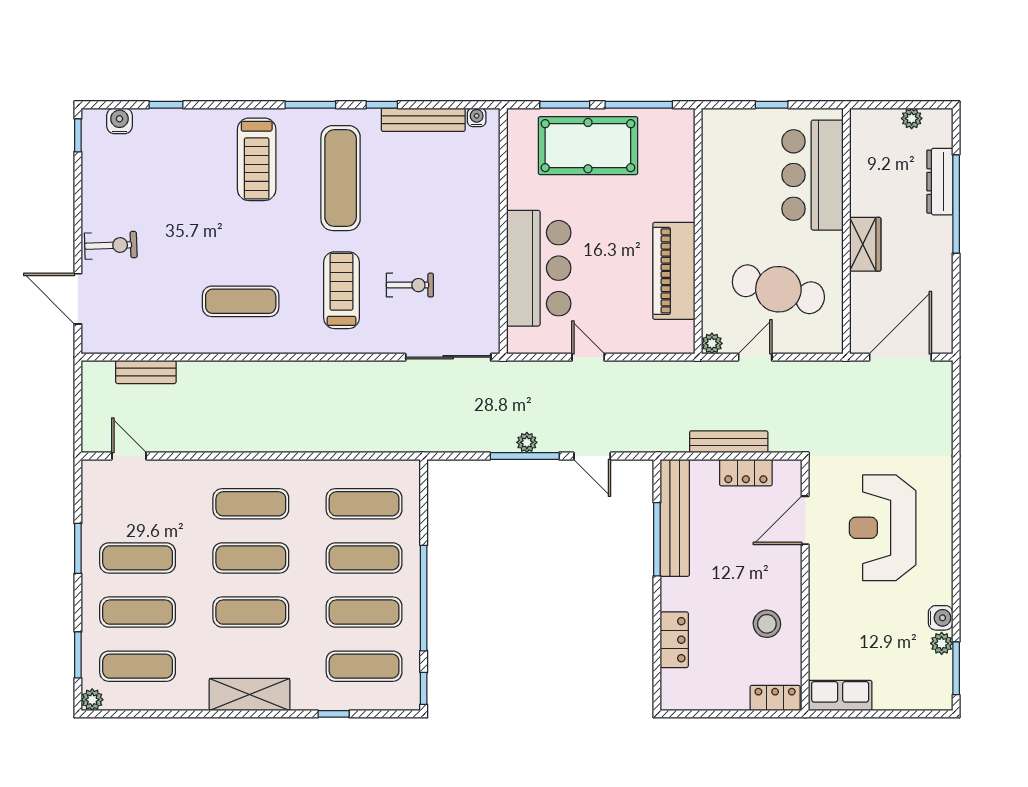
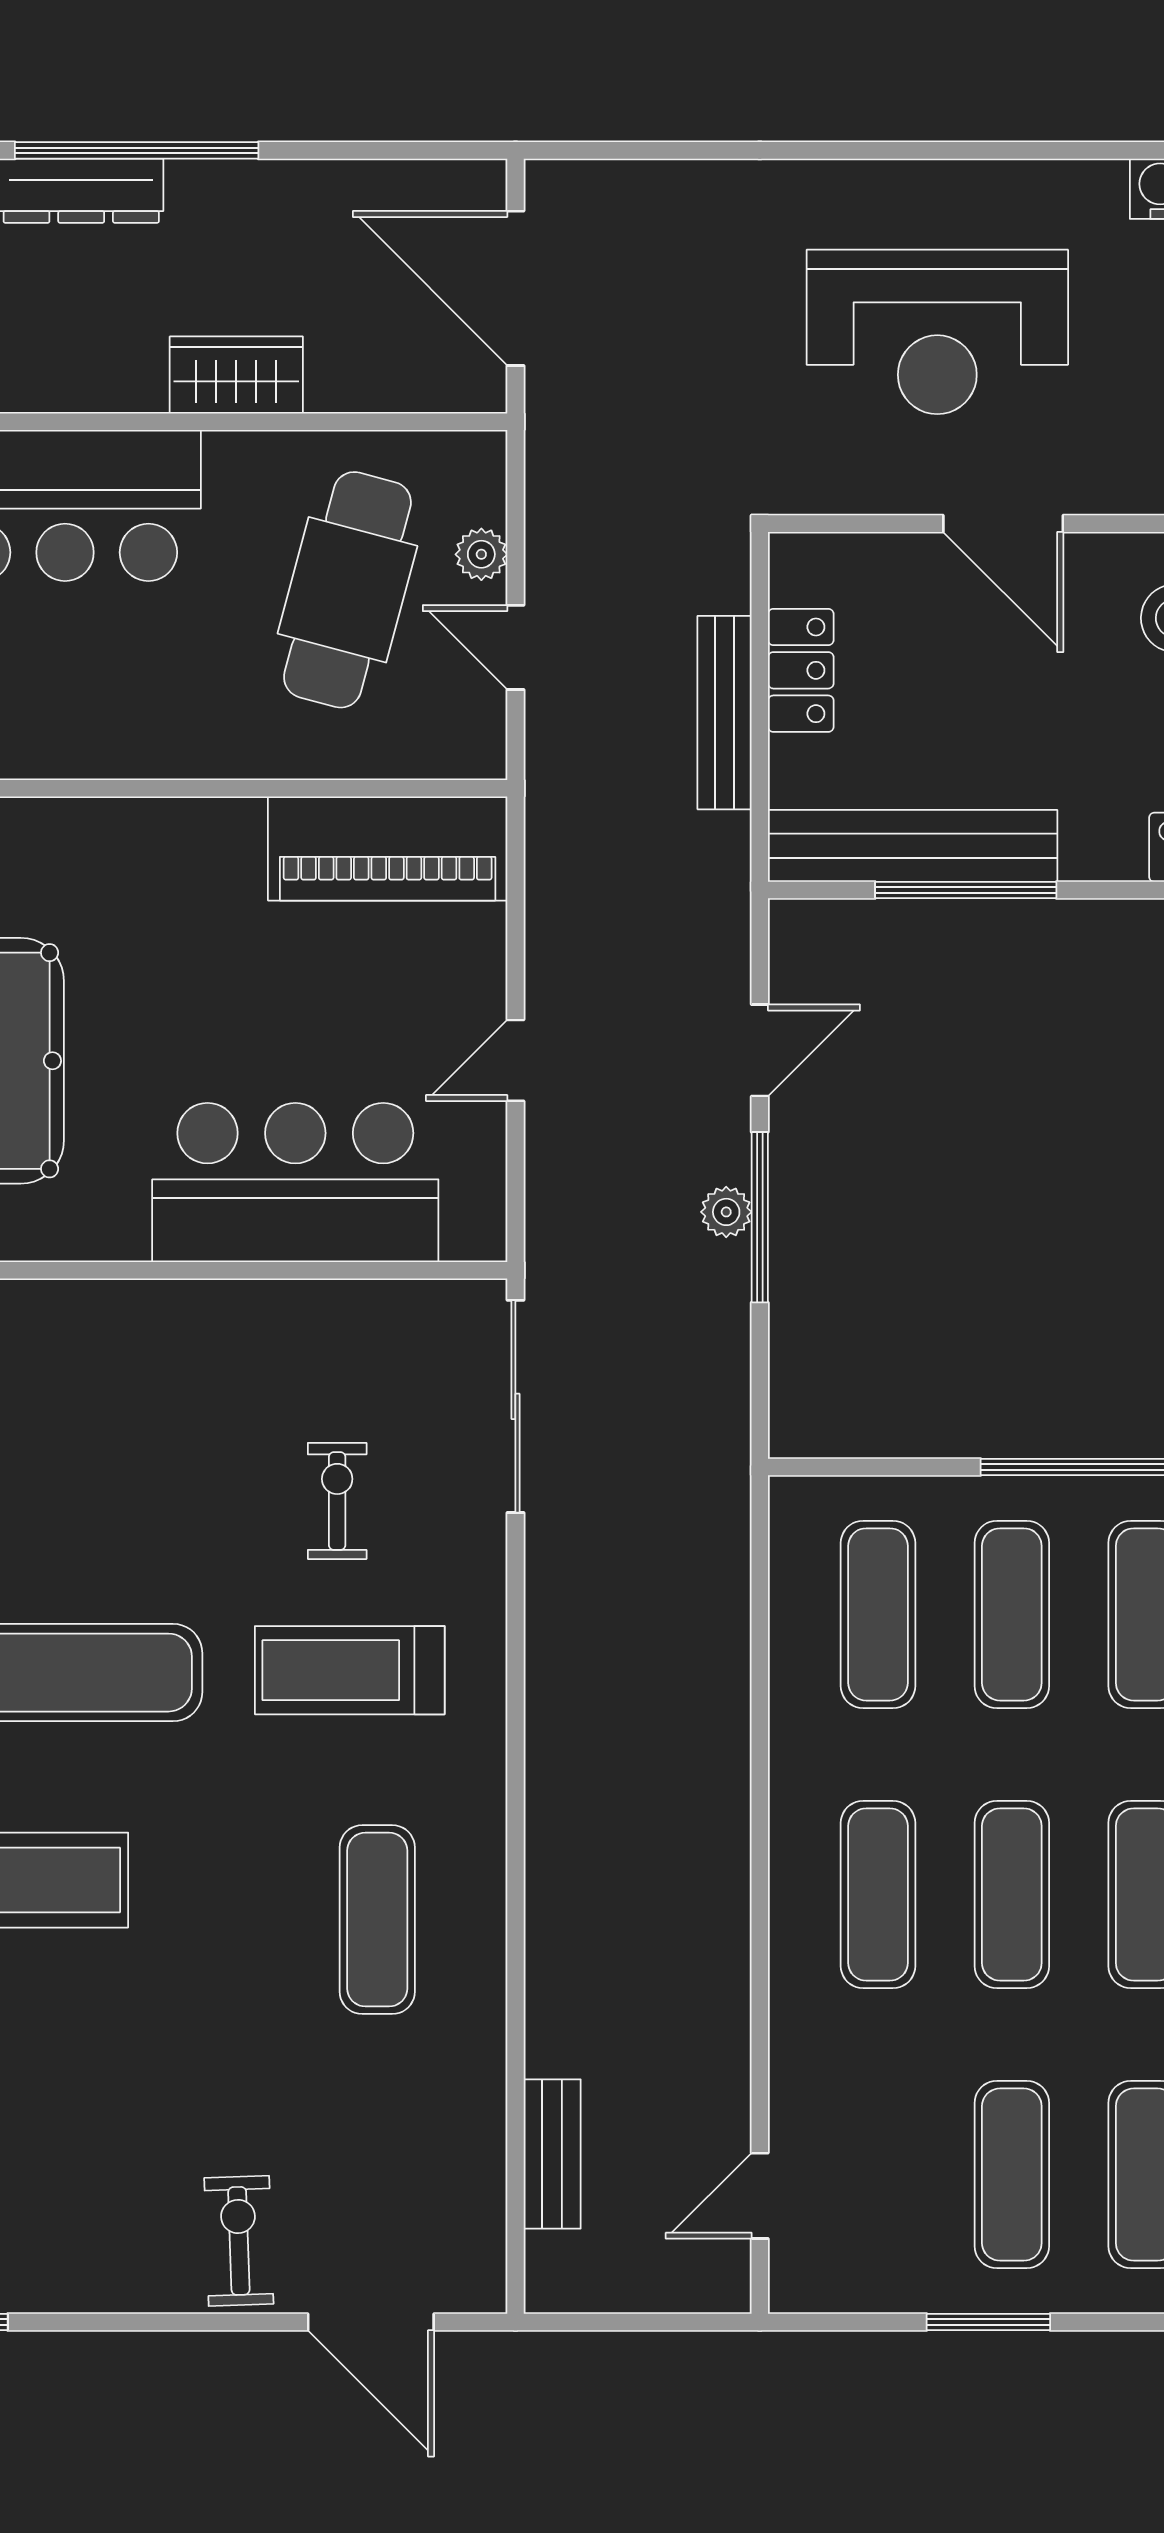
piano: (674, 271) -> (388, 848), moved
door: (78, 299) -> (371, 2322), hinge flipped
plant: (712, 343) -> (481, 554), moved
door: (805, 520) -> (1003, 524), moved

